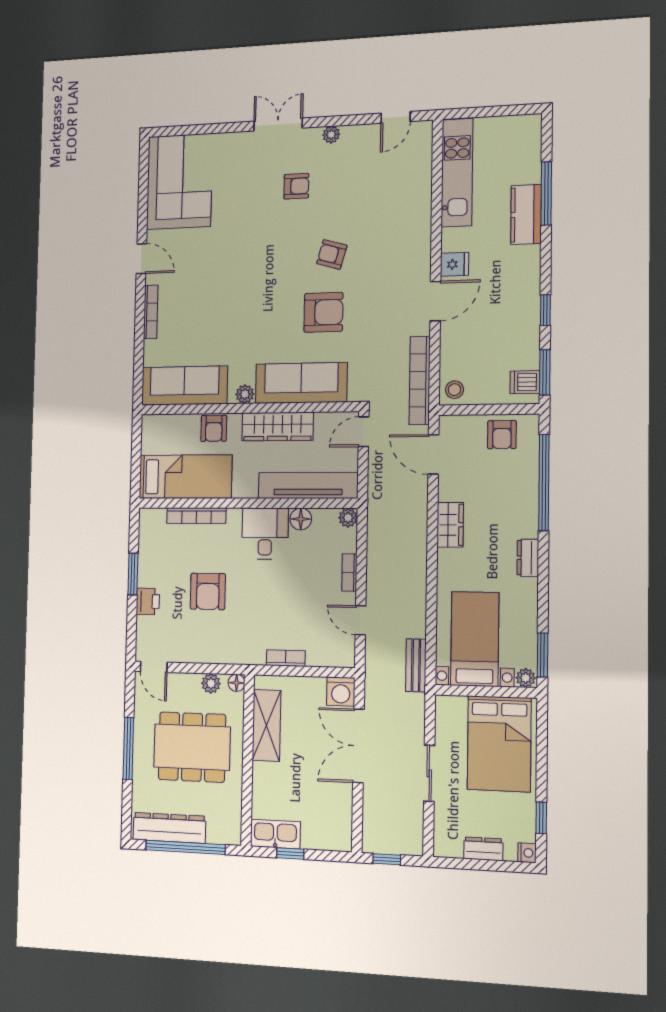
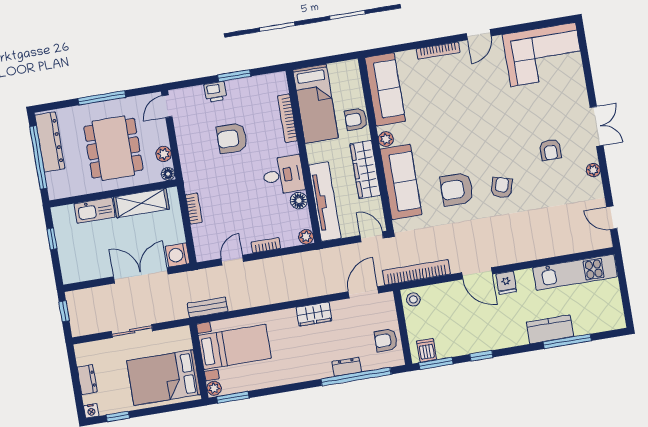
armchair: (323, 312) -> (457, 189), turned 90
dresser: (528, 558) -> (347, 367), moved
kitchen sink: (275, 834) -> (95, 210), moved, turned 90

